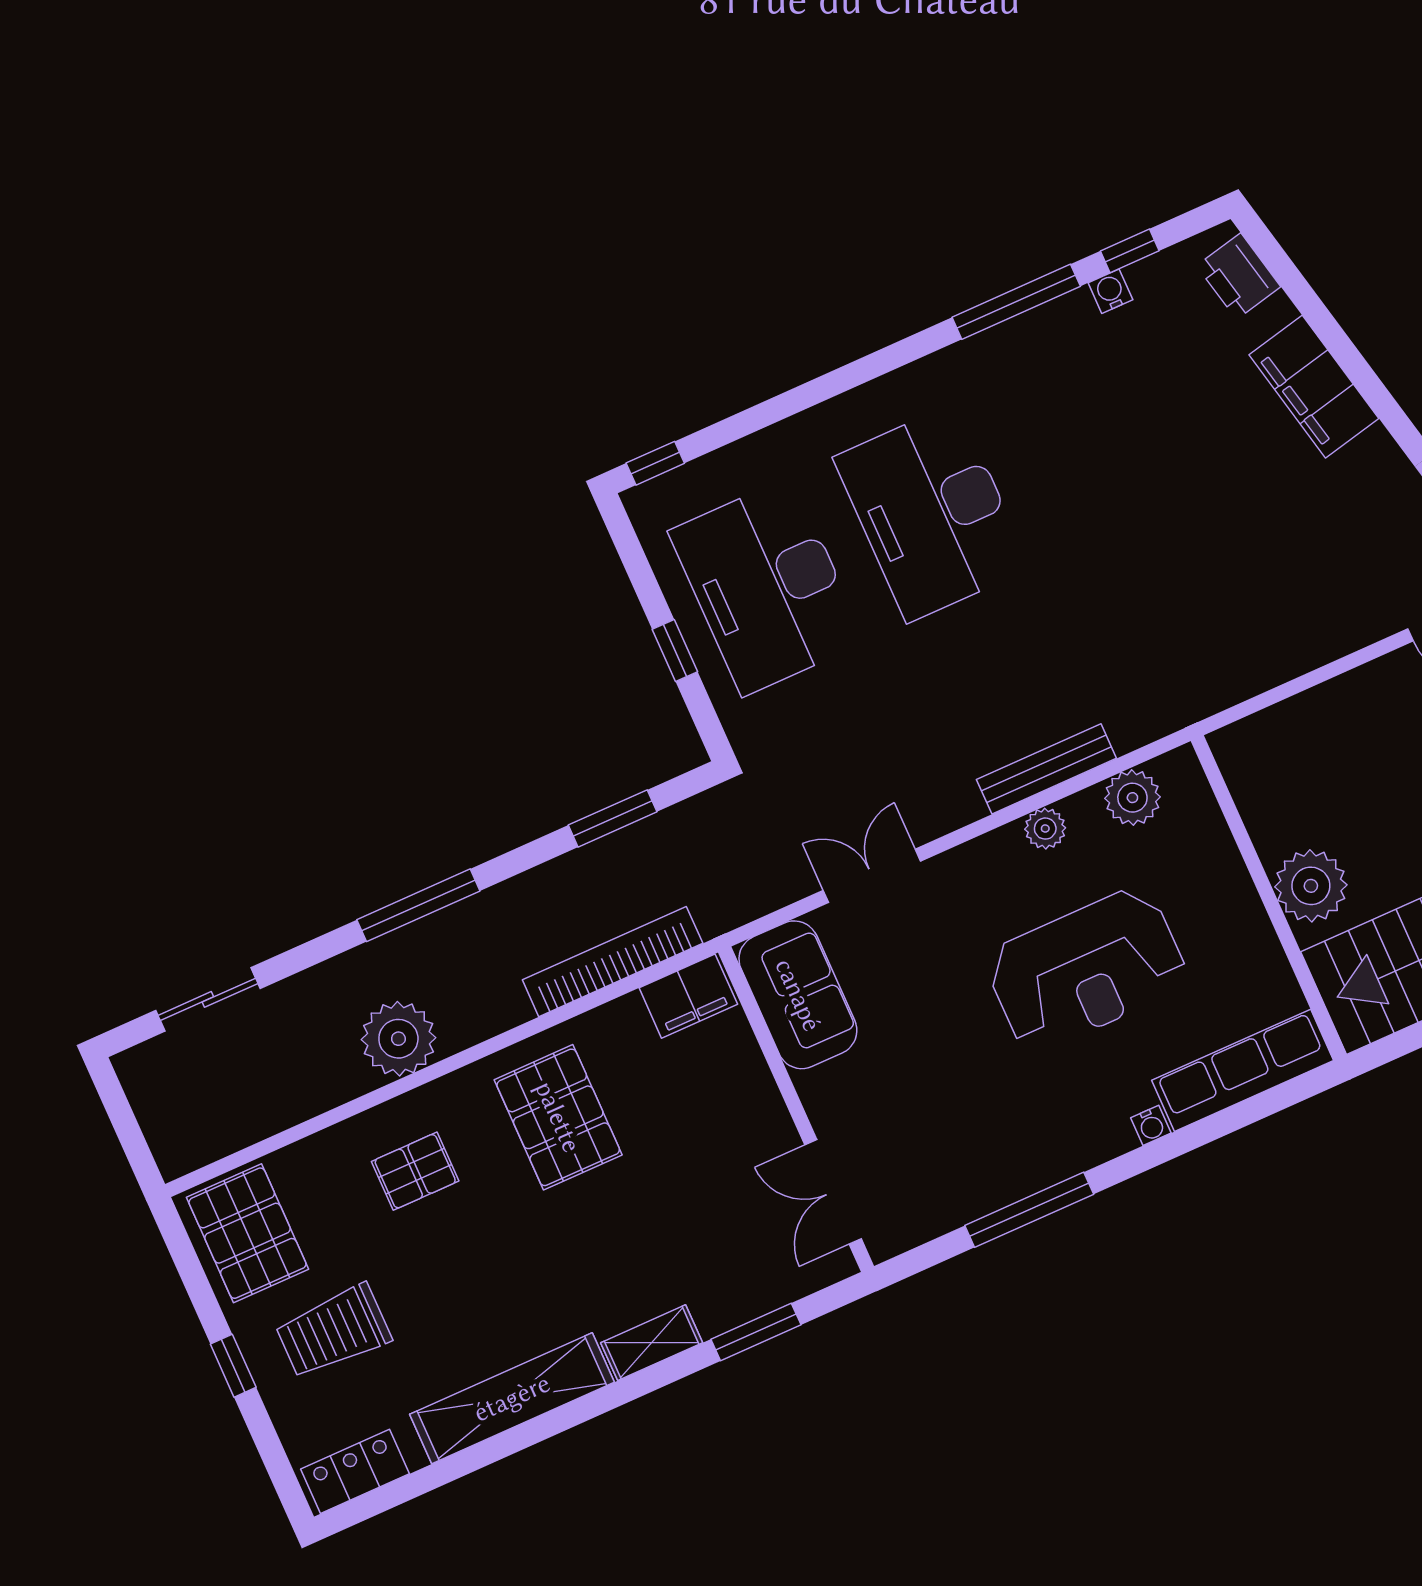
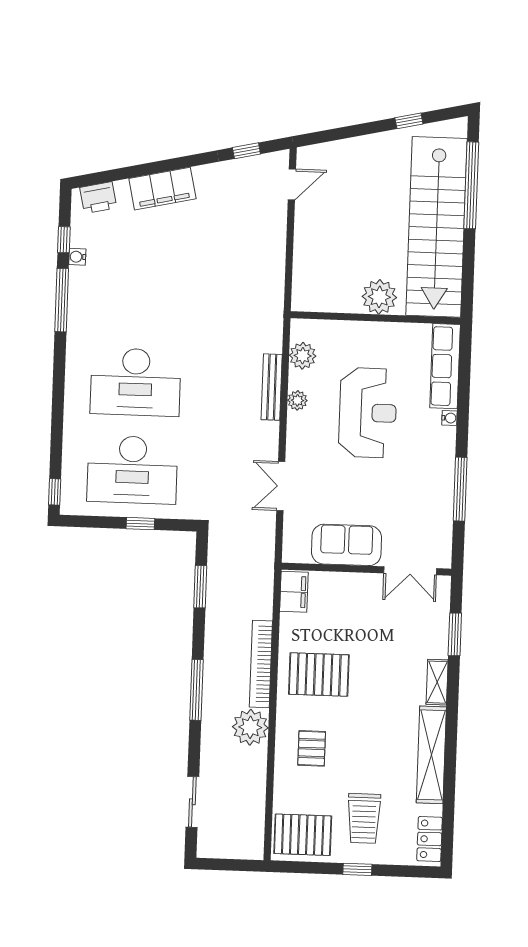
bookcase: (613, 962) -> (261, 664), moved
sofa: (798, 995) -> (347, 545), moved

